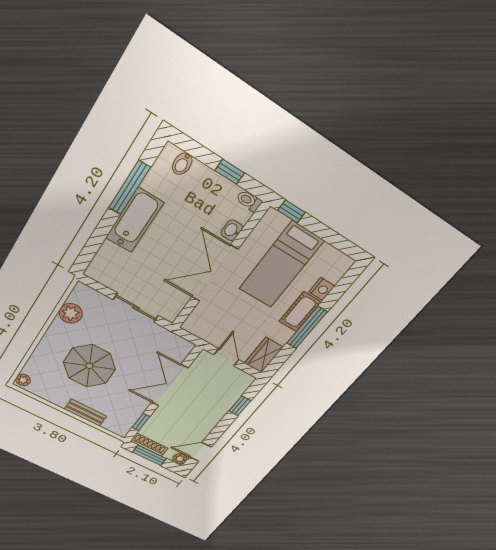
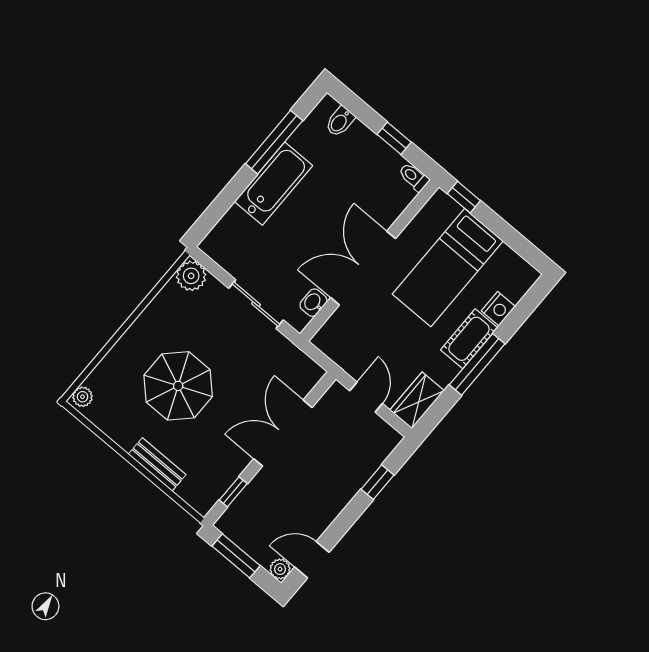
washbasin: (232, 230) -> (313, 303), moved
plant: (71, 313) -> (191, 276), moved
shoe rack: (149, 445) -> (239, 536), removed

